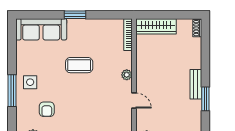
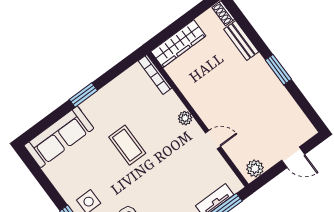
coffee table: (79, 65) -> (127, 145), turned 90
bench: (196, 84) -> (241, 41), moved
window: (205, 99) -> (278, 70), moved

